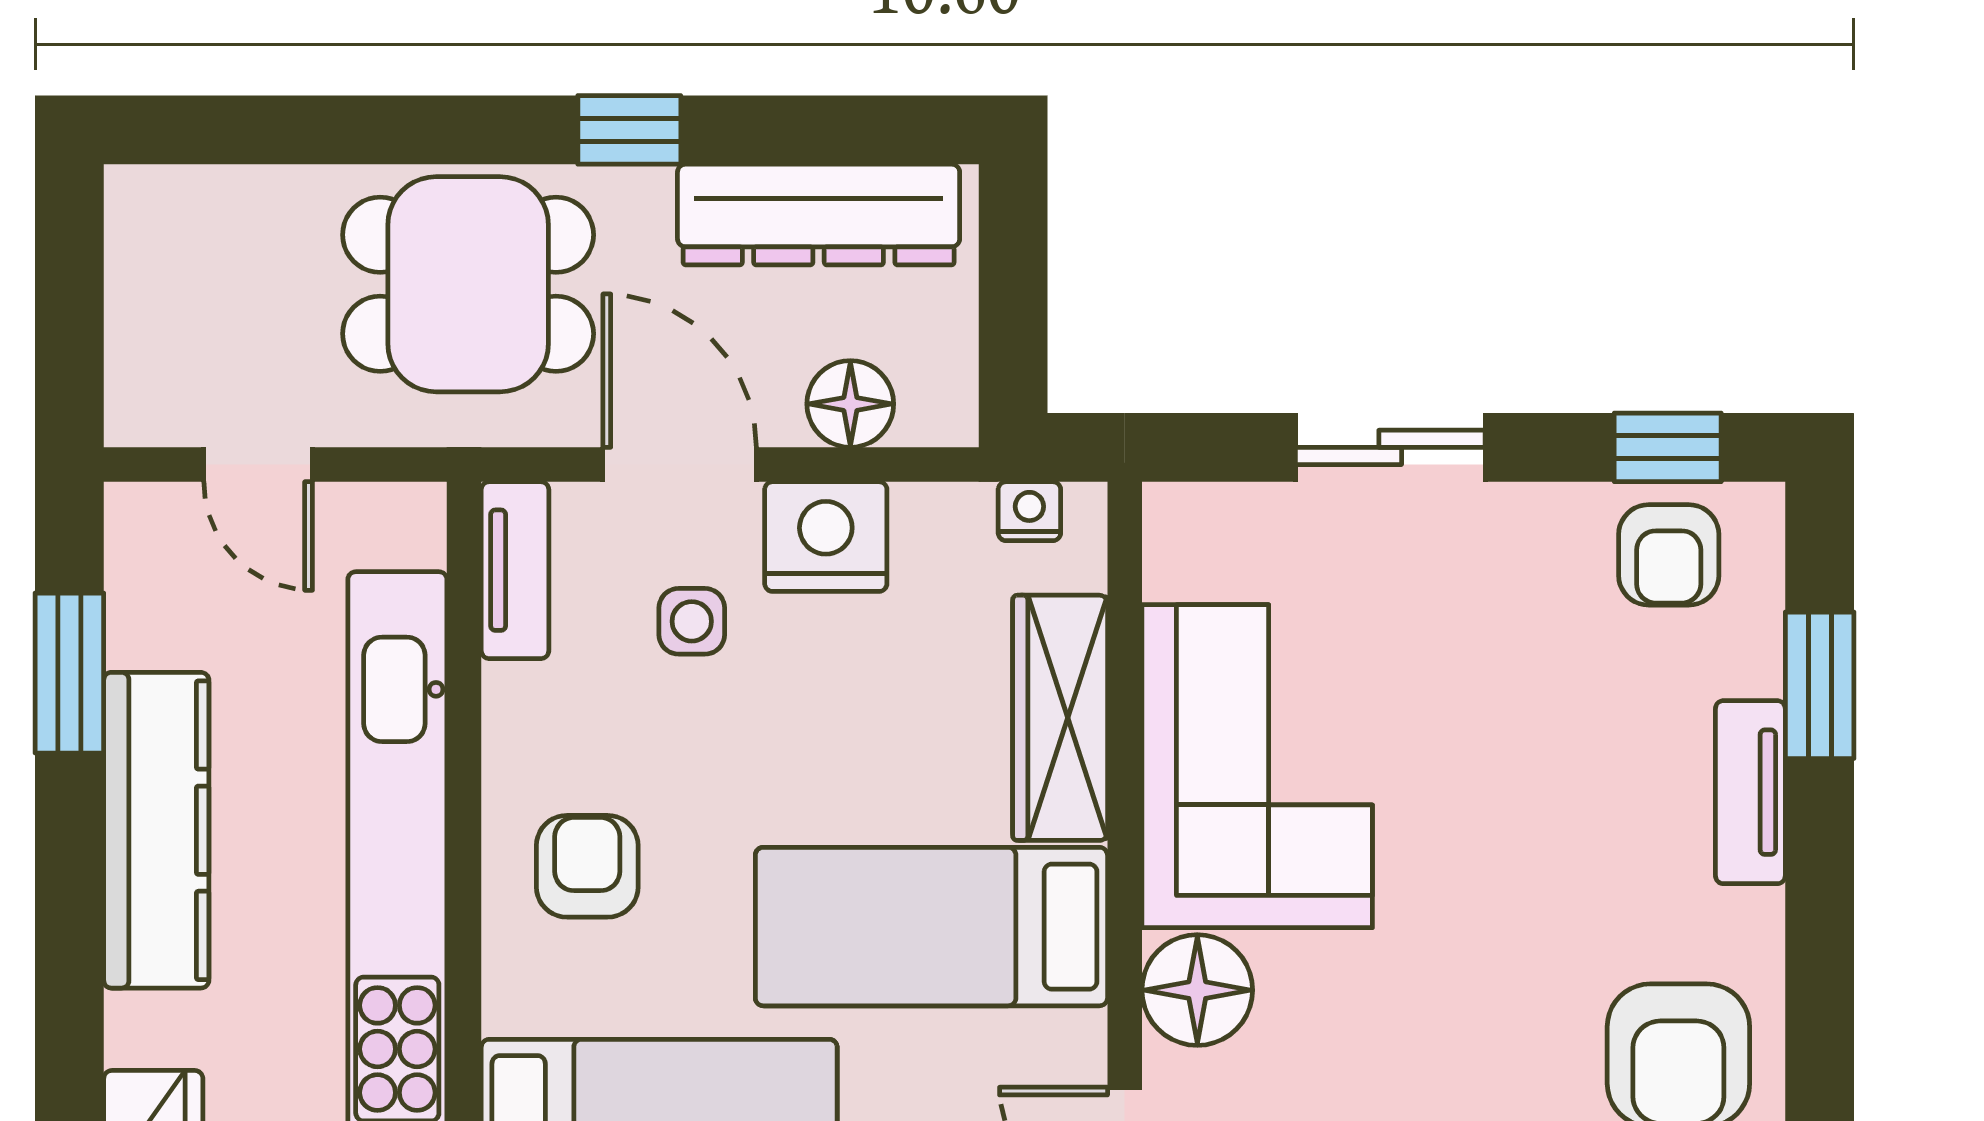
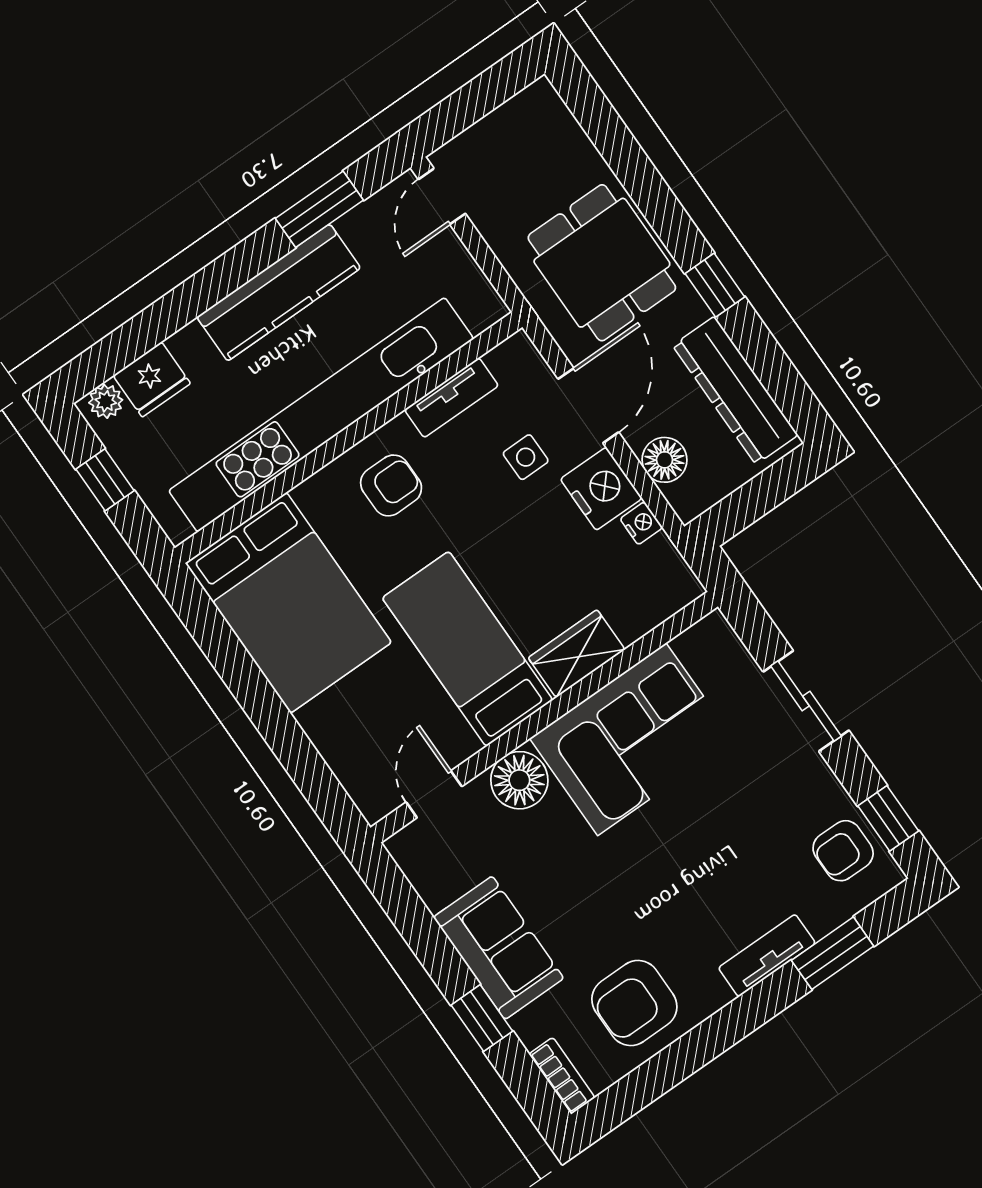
door: (258, 465) -> (442, 196), moved
nightstand: (1029, 511) -> (641, 523), moved
tv unit: (515, 570) -> (451, 398), moved
wardrobe: (1060, 718) -> (577, 654), width x0.67

